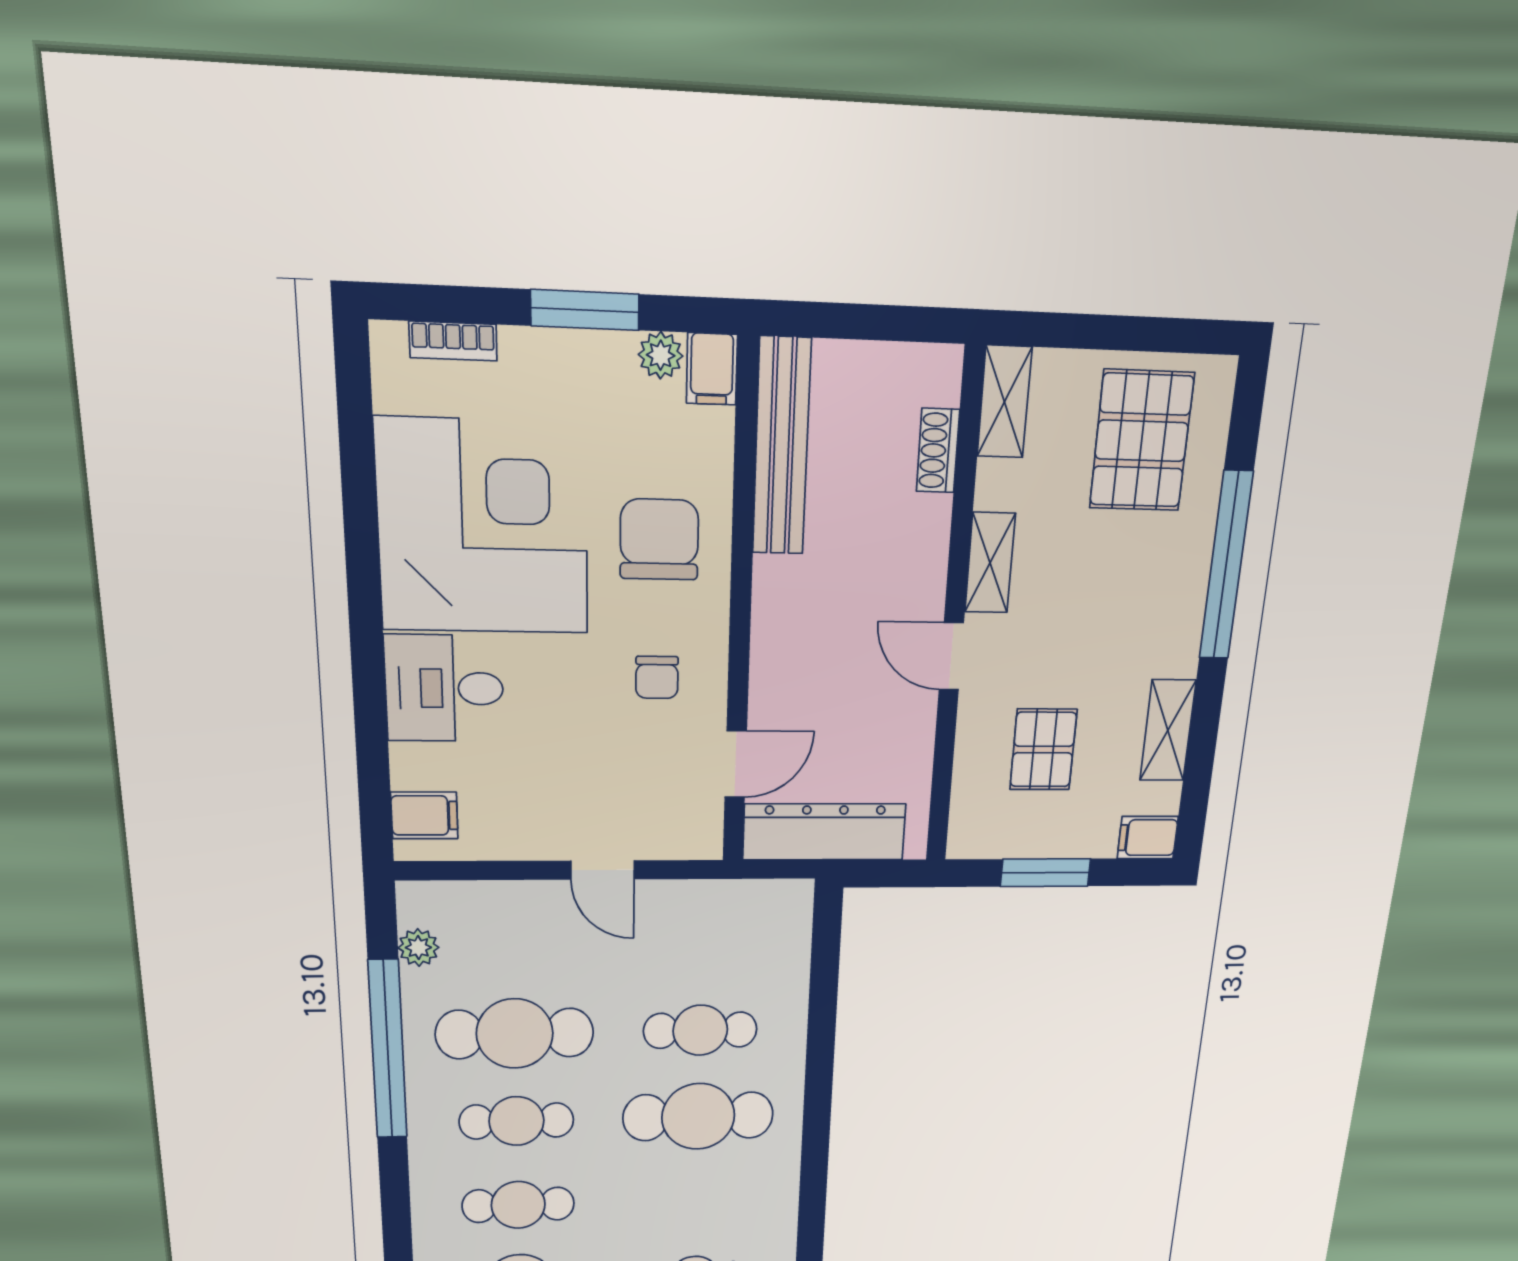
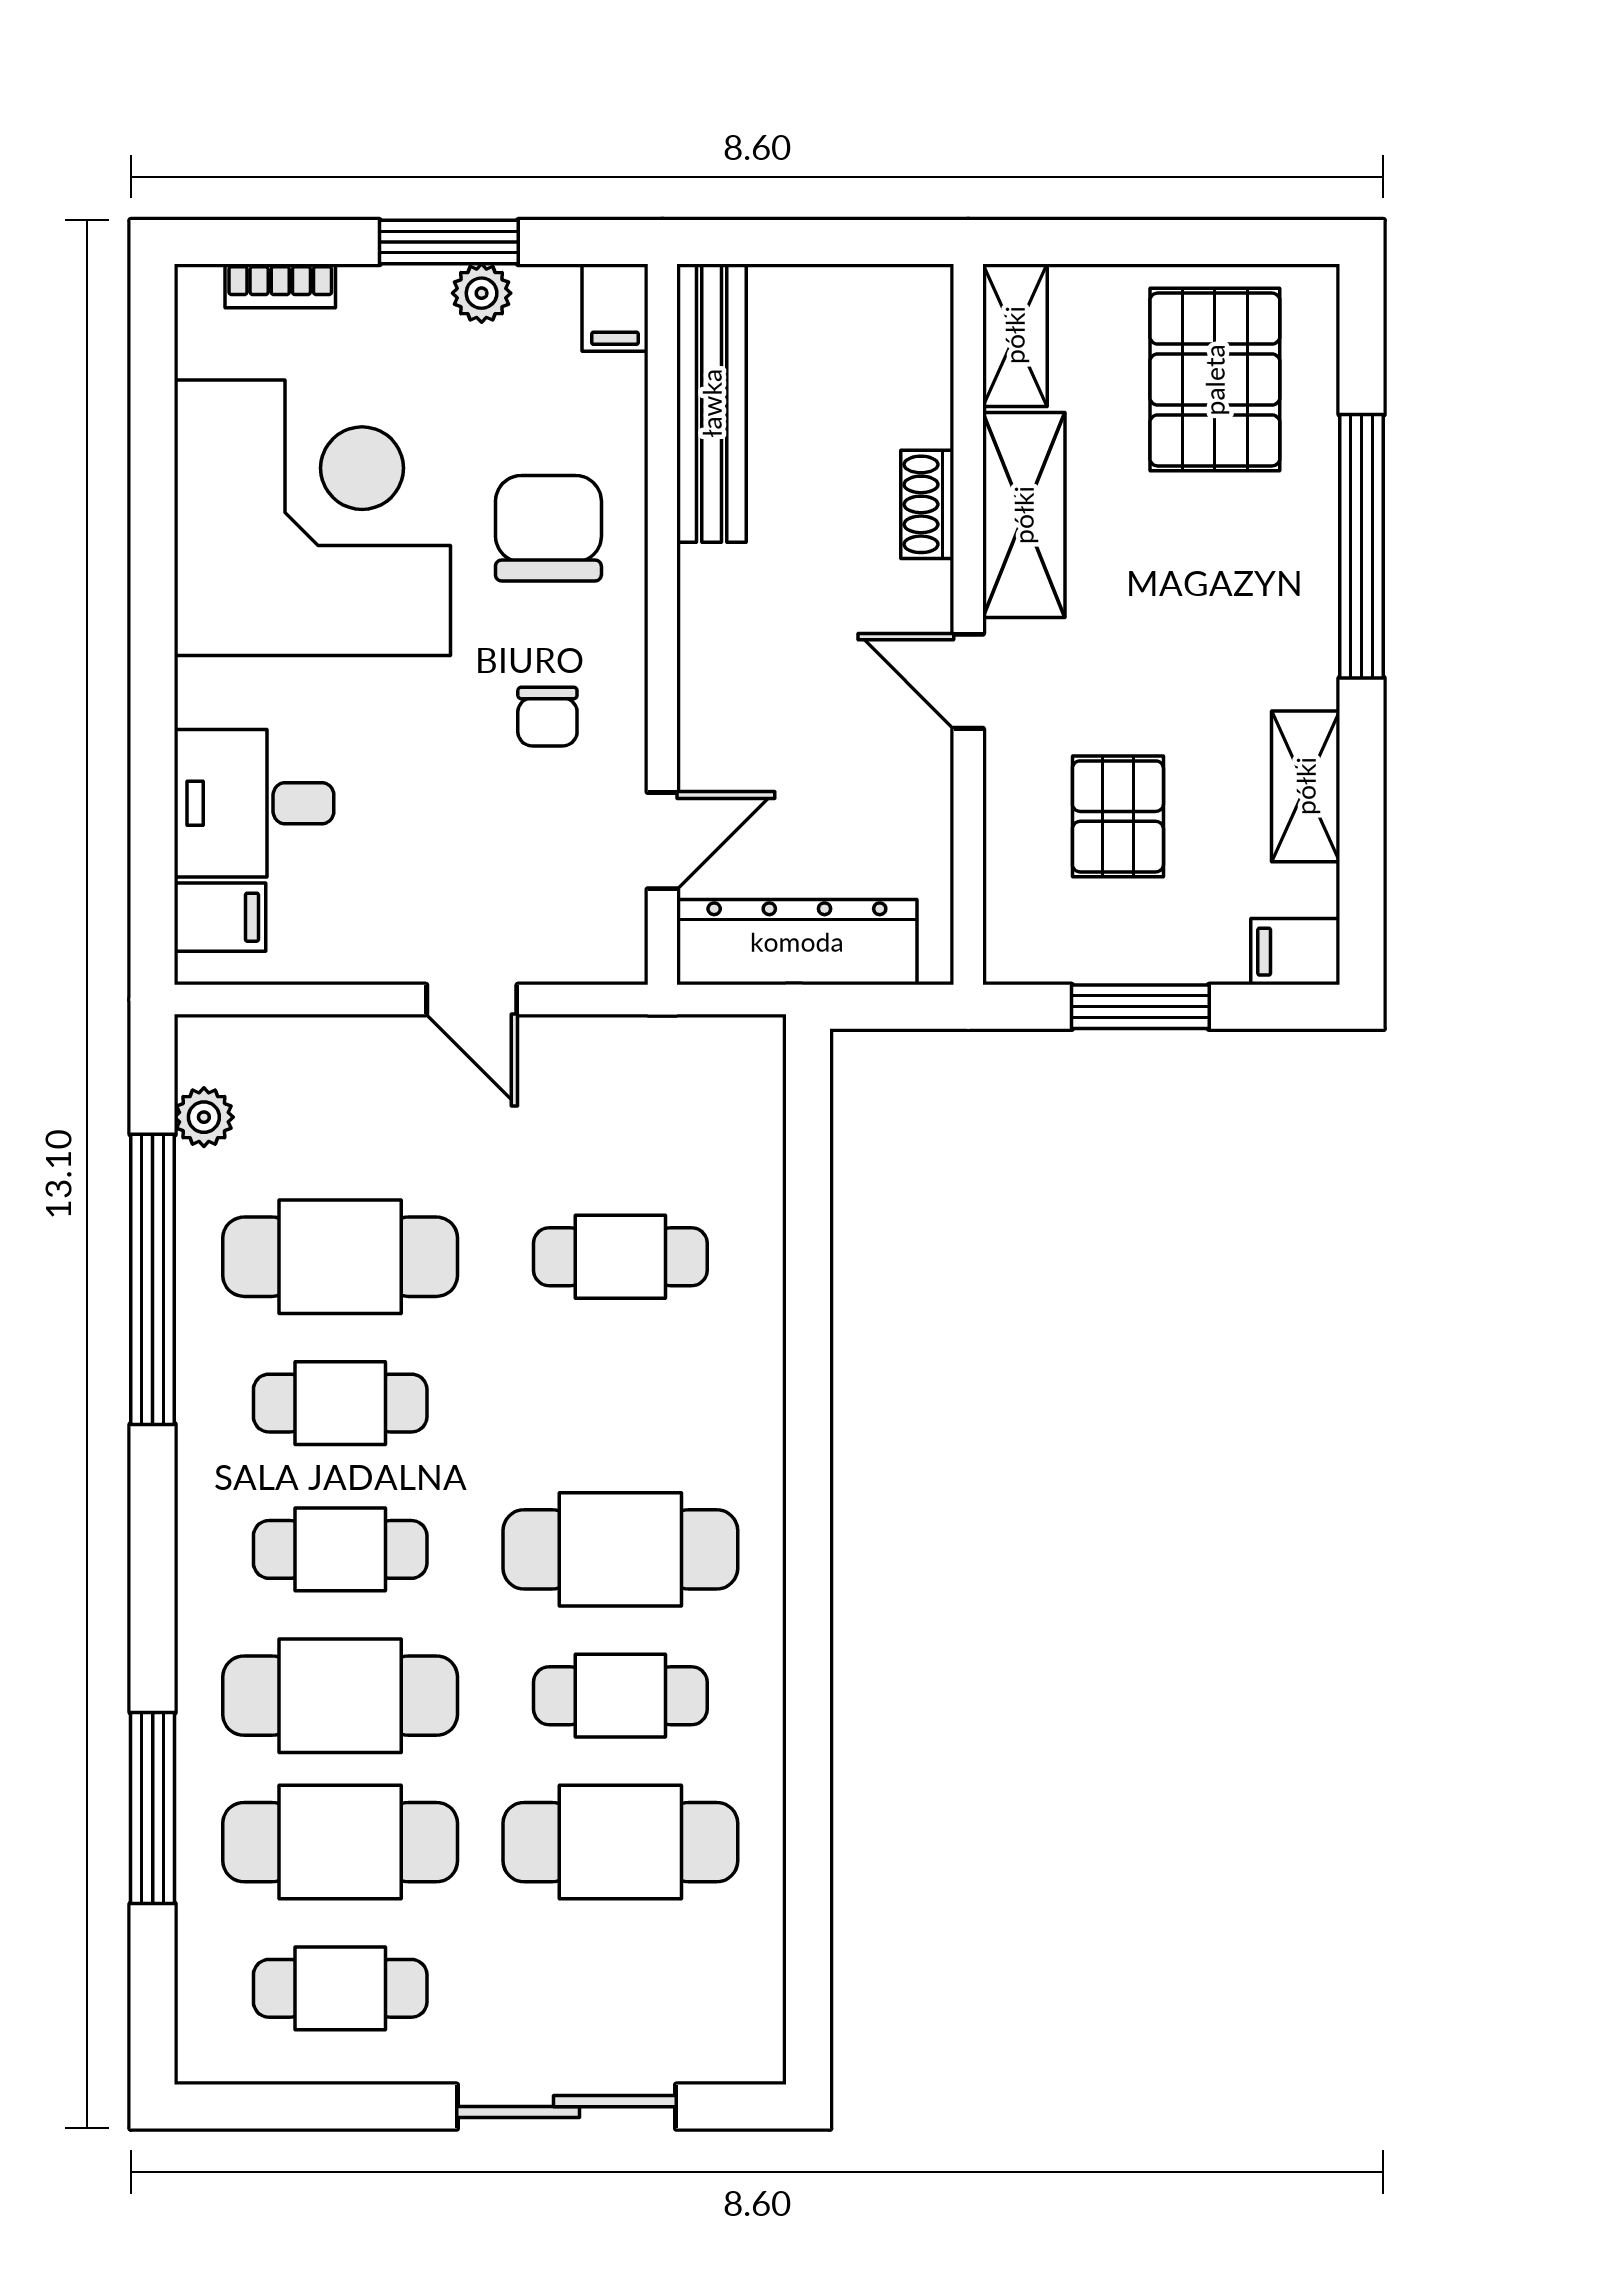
plant: (661, 355) -> (482, 293), moved
shoe rack: (938, 451) -> (927, 504), moved
shelving: (990, 563) -> (1024, 515), width x1.50, depth x1.33
desk: (444, 688) -> (254, 803), moved
cafe table: (698, 1116) -> (620, 1549), moved

